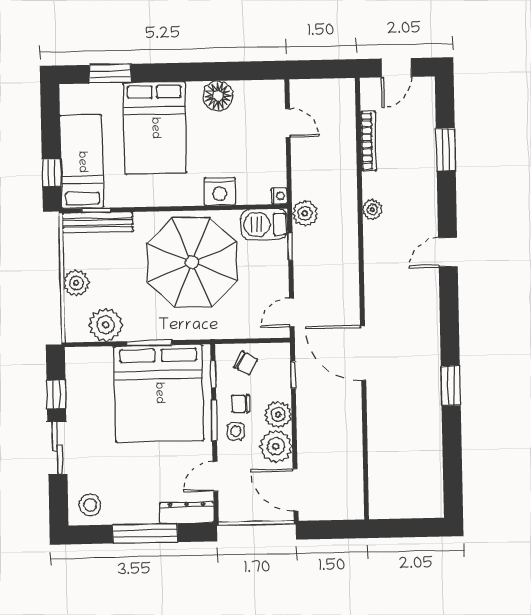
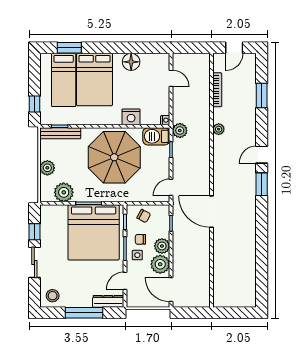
bed: (82, 162) -> (64, 80), moved, turned 180
window: (451, 386) -> (262, 184), moved

